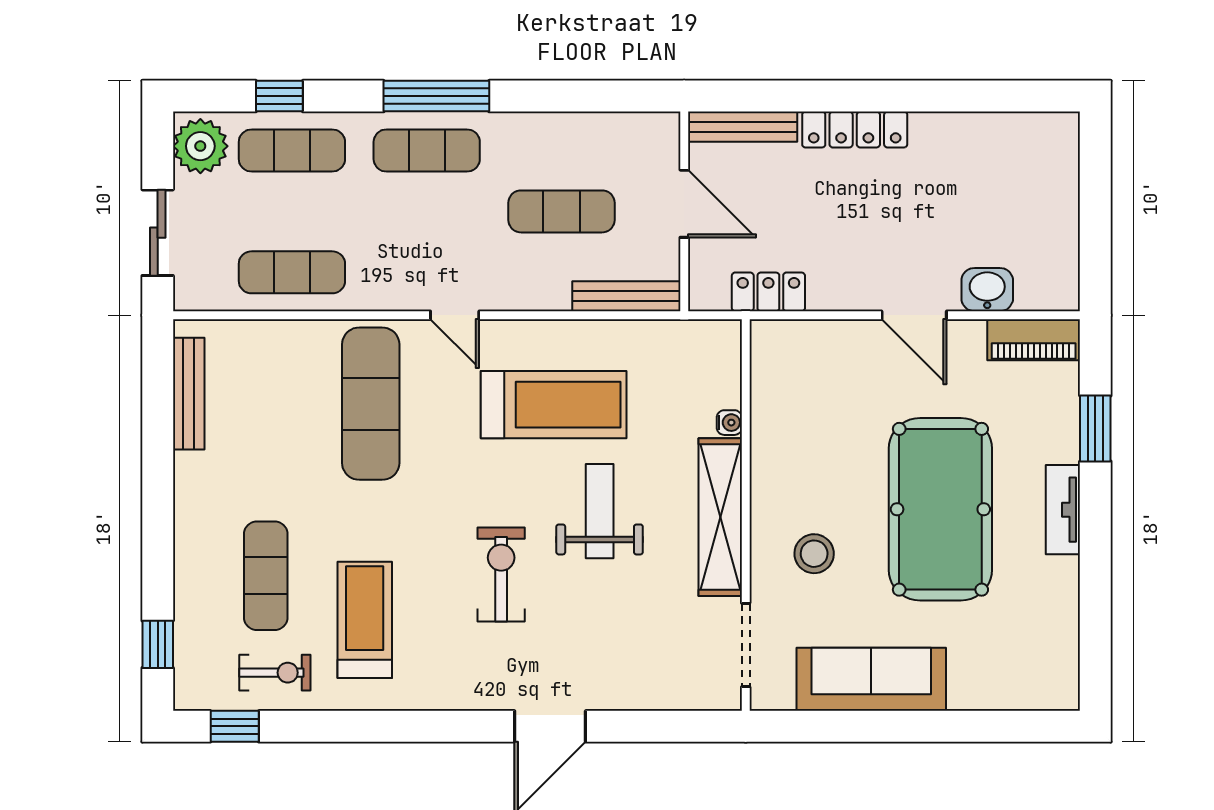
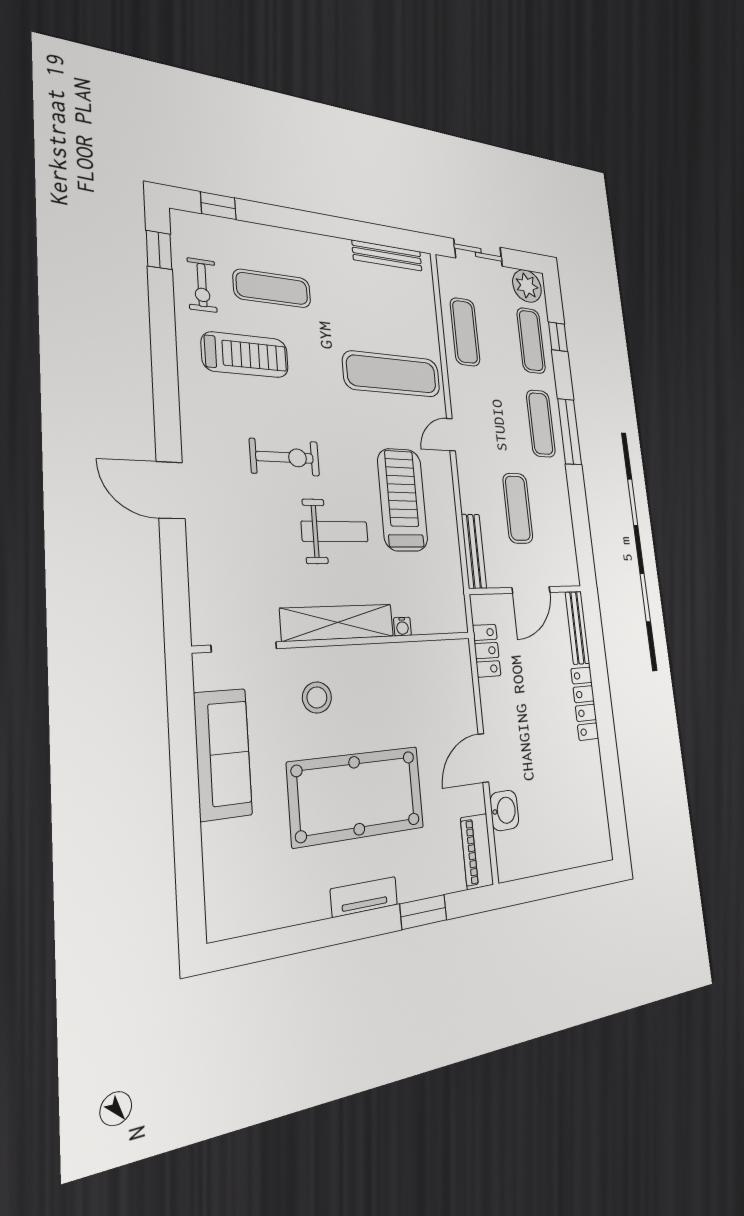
treadmill: (554, 405) -> (403, 500), turned 180

